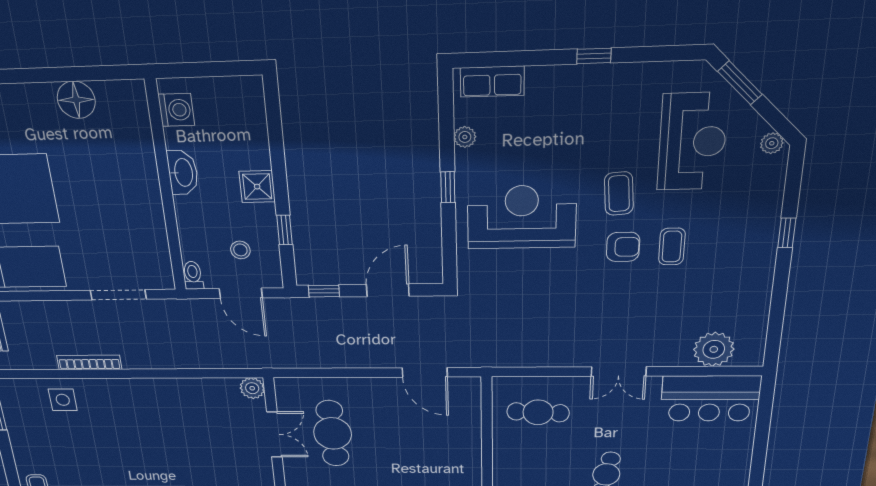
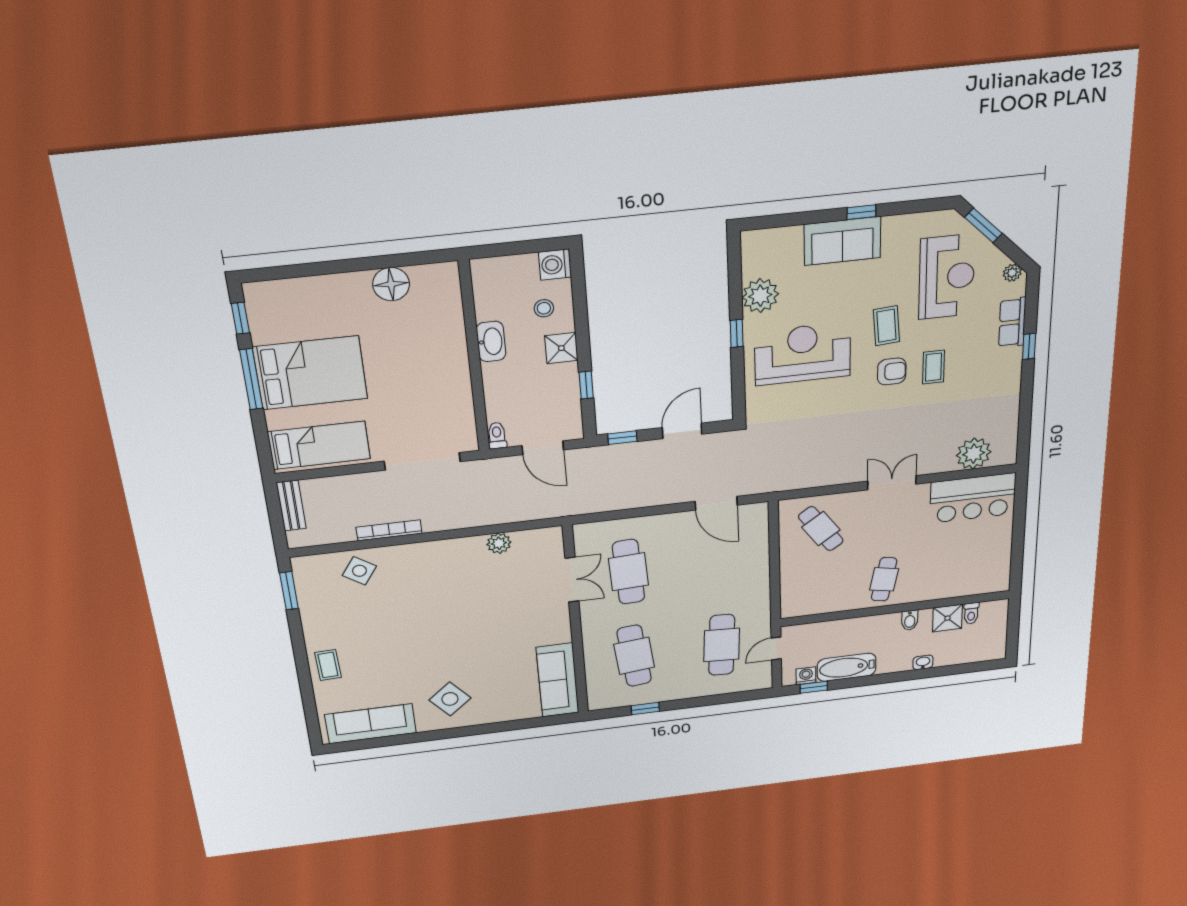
row of seats: (492, 82) -> (1012, 322), moved, turned 90
sofa: (571, 89) -> (842, 241), added
washing machine: (176, 110) -> (555, 265), moved, turned 180
plant: (465, 137) -> (760, 296), width x1.88, depth x1.88
stool: (240, 250) -> (544, 308), moved
doorway: (118, 295) -> (422, 461), width x1.36
double door: (619, 372) -> (892, 483), swing flipped
plant: (252, 388) -> (499, 543), moved
side table: (63, 400) -> (359, 571), turned 34
cafe table: (538, 412) -> (821, 529), turned 52

